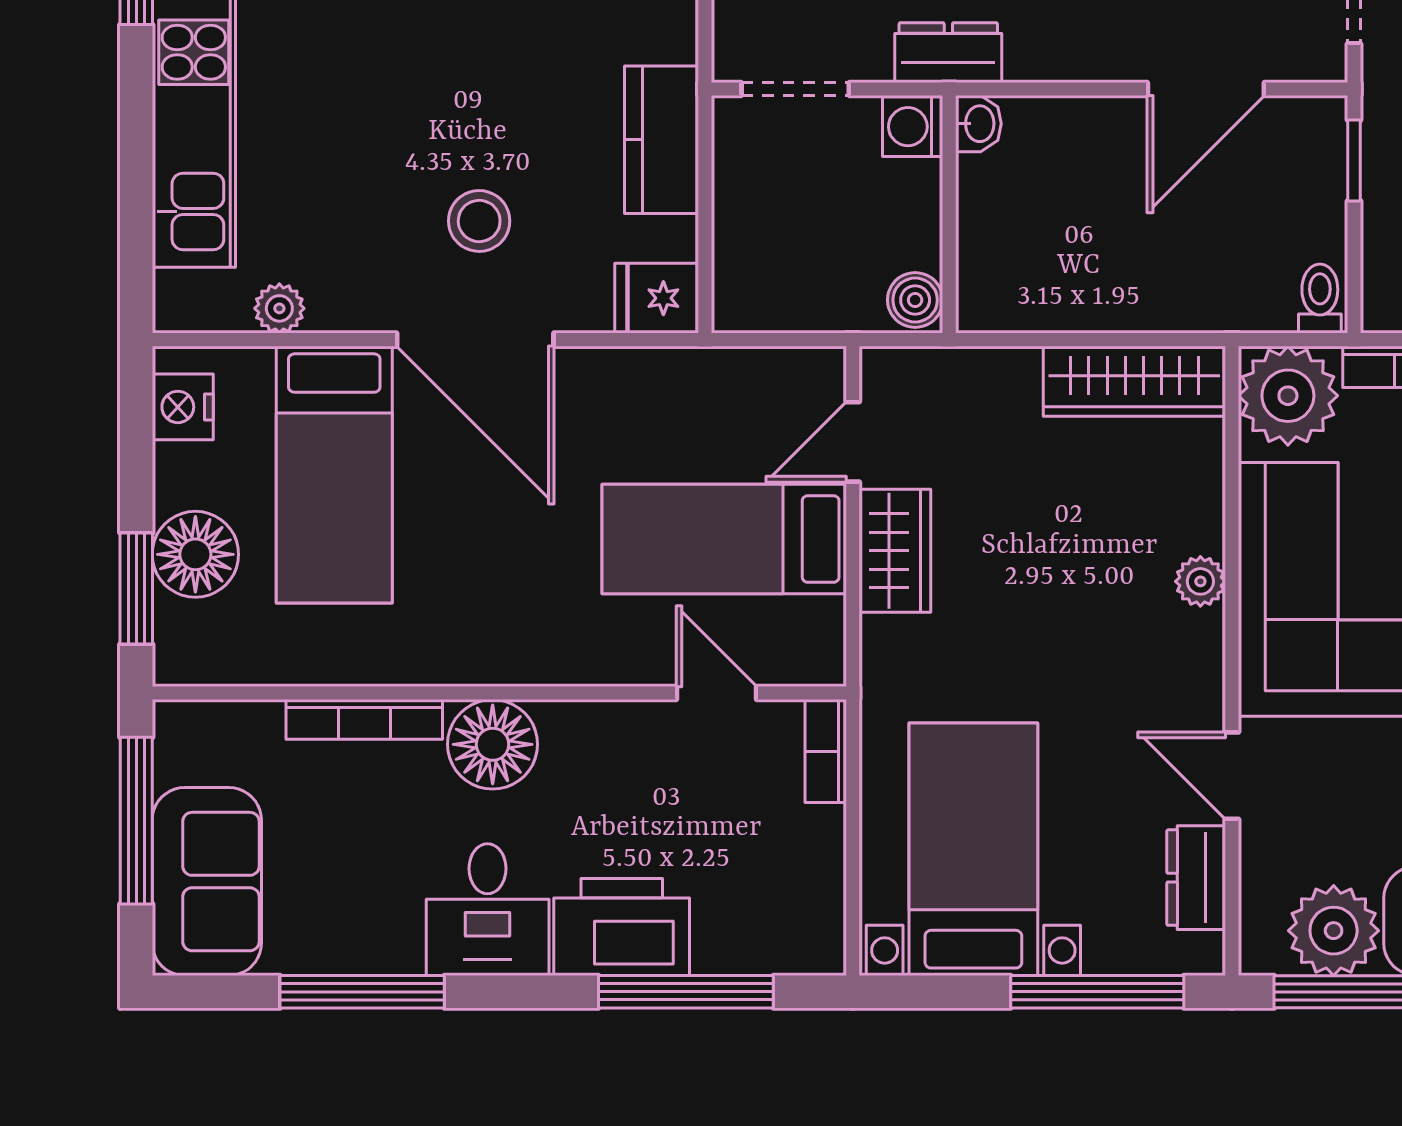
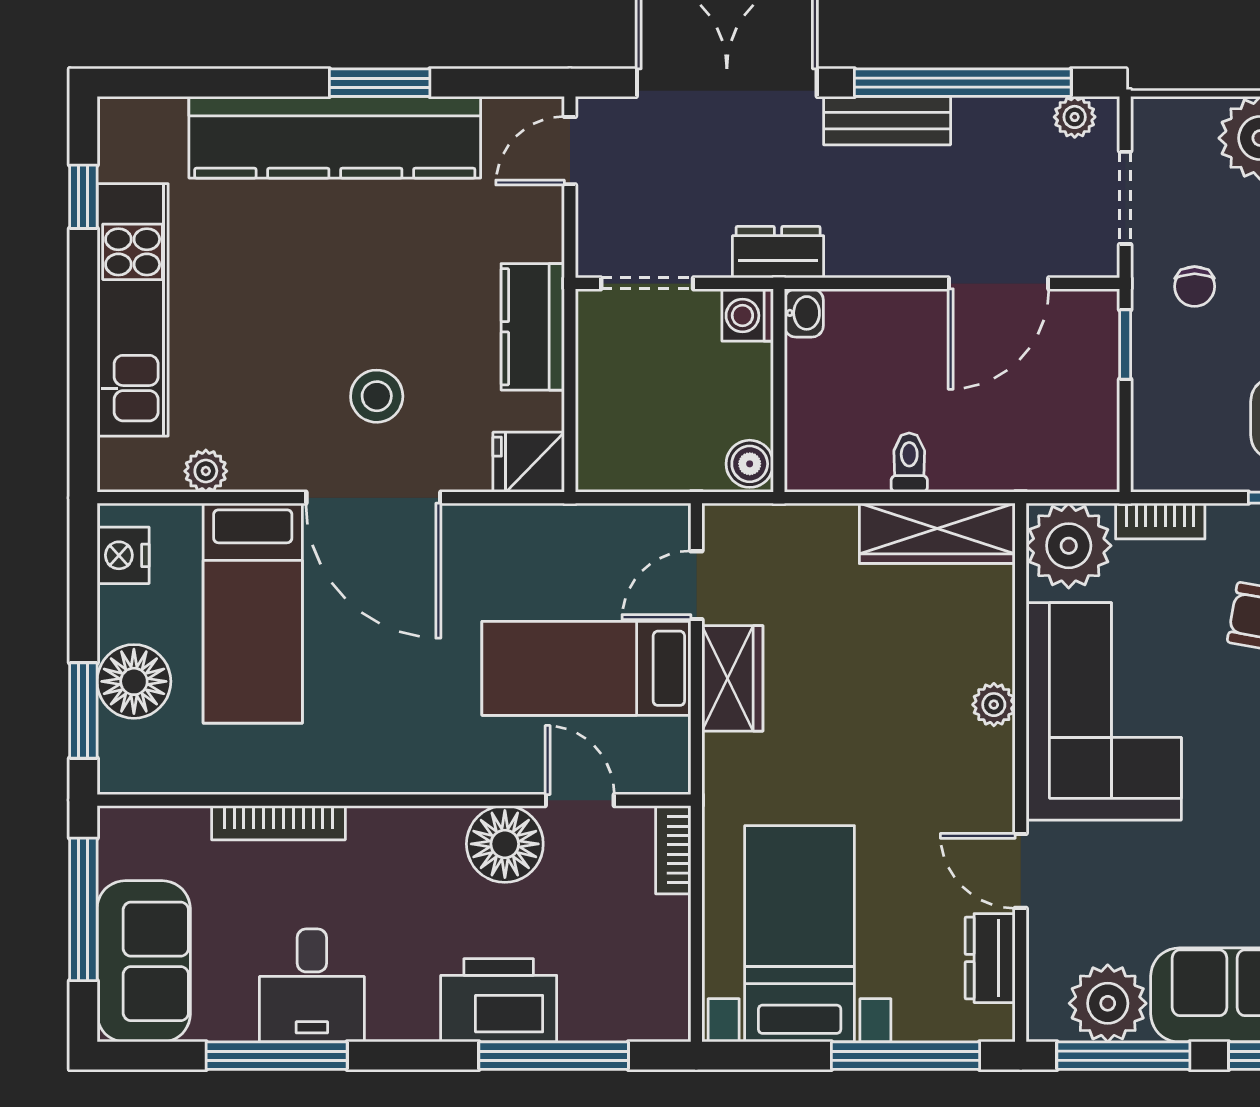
toilet: (1320, 299) -> (909, 463), moved
floor lamp: (493, 744) -> (505, 844), moved
desk: (488, 910) -> (312, 985), moved

